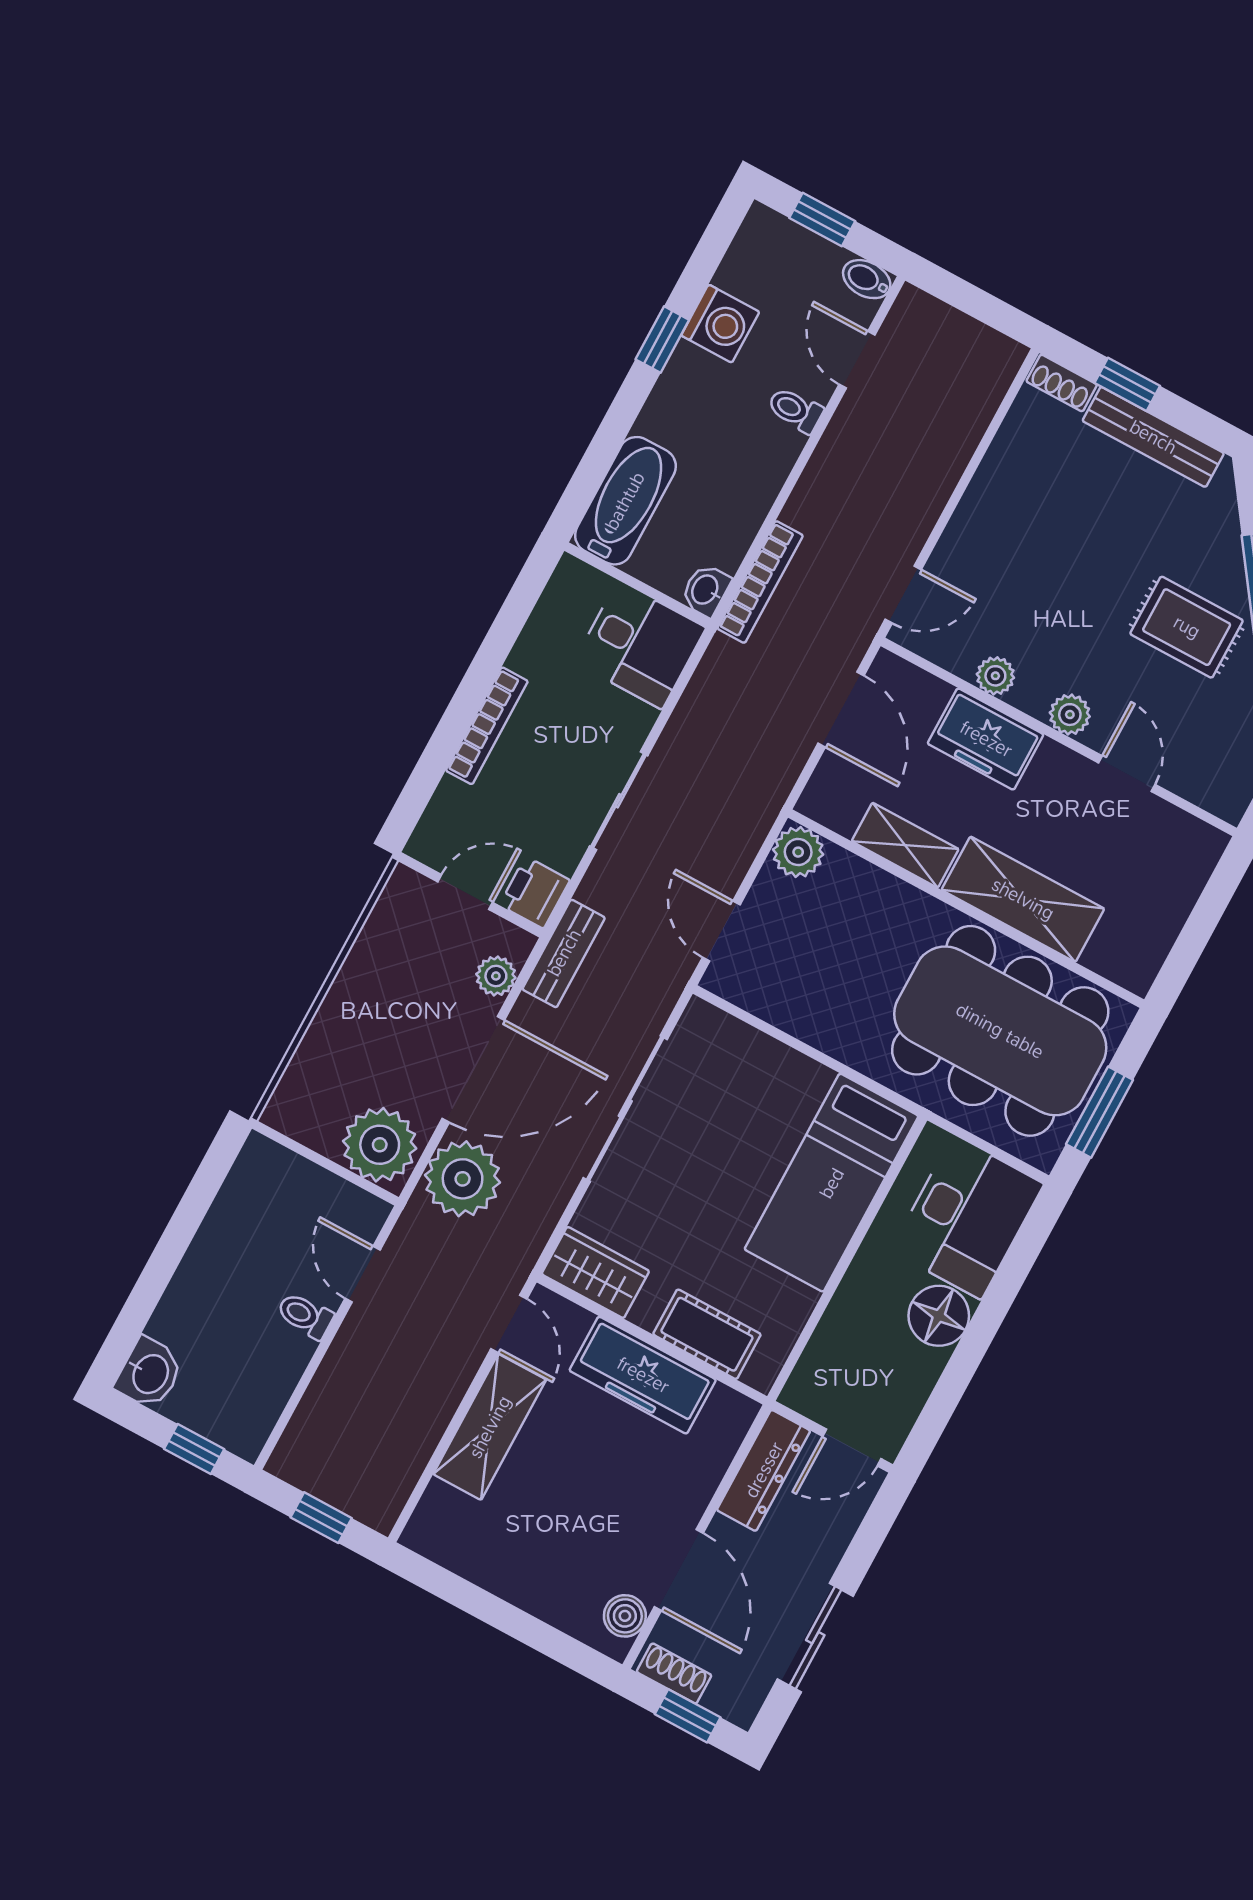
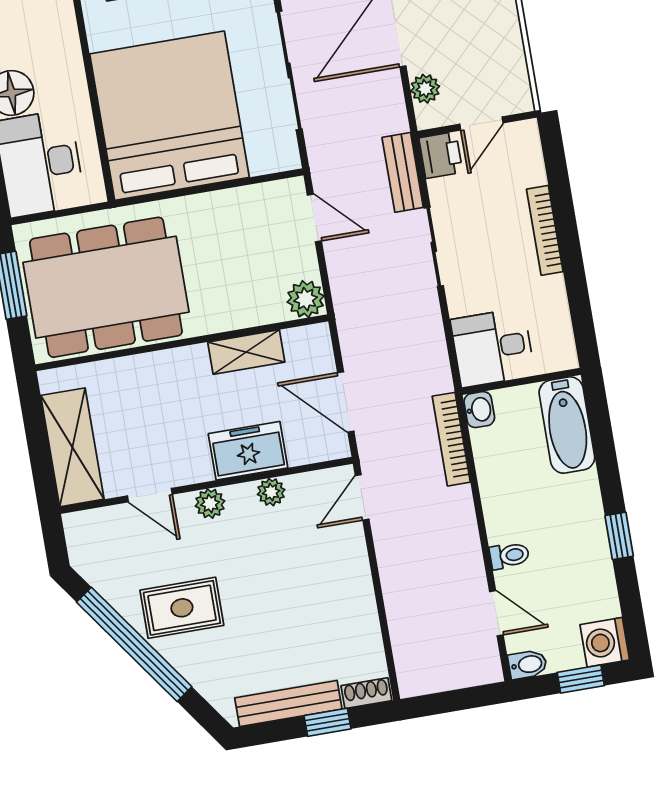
washing machine: (720, 324) -> (605, 642), moved
shelving: (1023, 899) -> (72, 447), moved, turned 90
bench: (564, 953) -> (403, 172), moved
bed: (832, 1183) -> (169, 116), width x2.04

